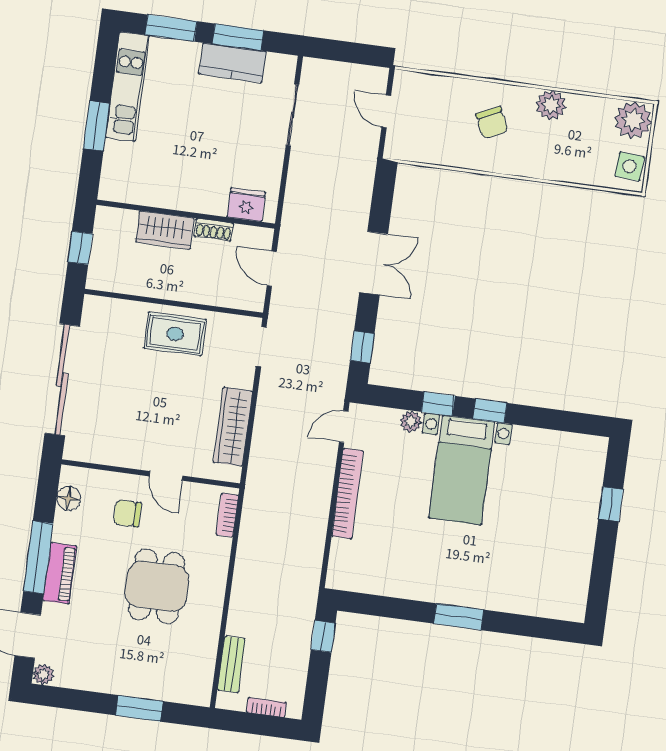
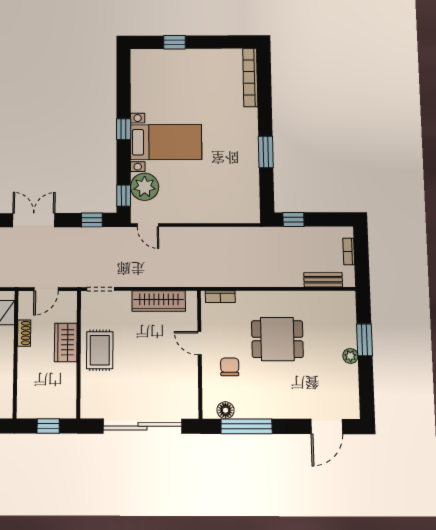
wardrobe: (165, 230) -> (66, 342), moved, turned 180
window: (438, 404) -> (124, 196), moved
plant: (411, 422) -> (145, 187), width x1.88, depth x1.88
door: (166, 476) -> (200, 343), swing flipped
bookcase: (347, 493) -> (250, 77), moved, turned -90
chair: (127, 513) -> (230, 367), turned 180
window: (38, 557) -> (246, 426), moved
piano: (60, 573) -> (279, 409), removed
window: (459, 617) -> (266, 152), moved
plant: (43, 674) -> (350, 356), moved

